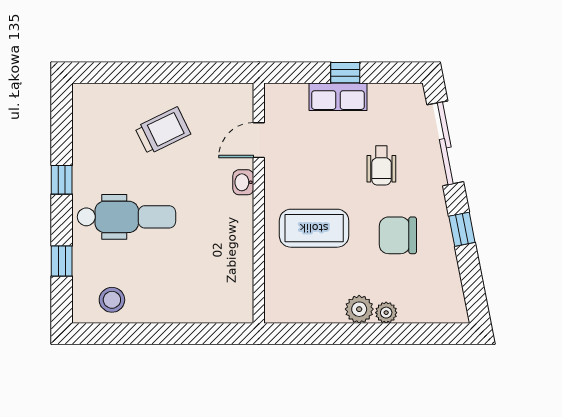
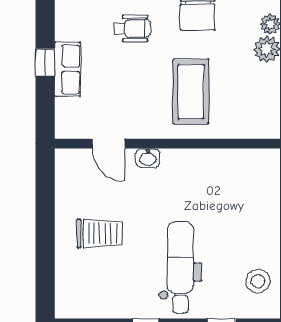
trolley: (163, 131) -> (100, 233), turned 116

